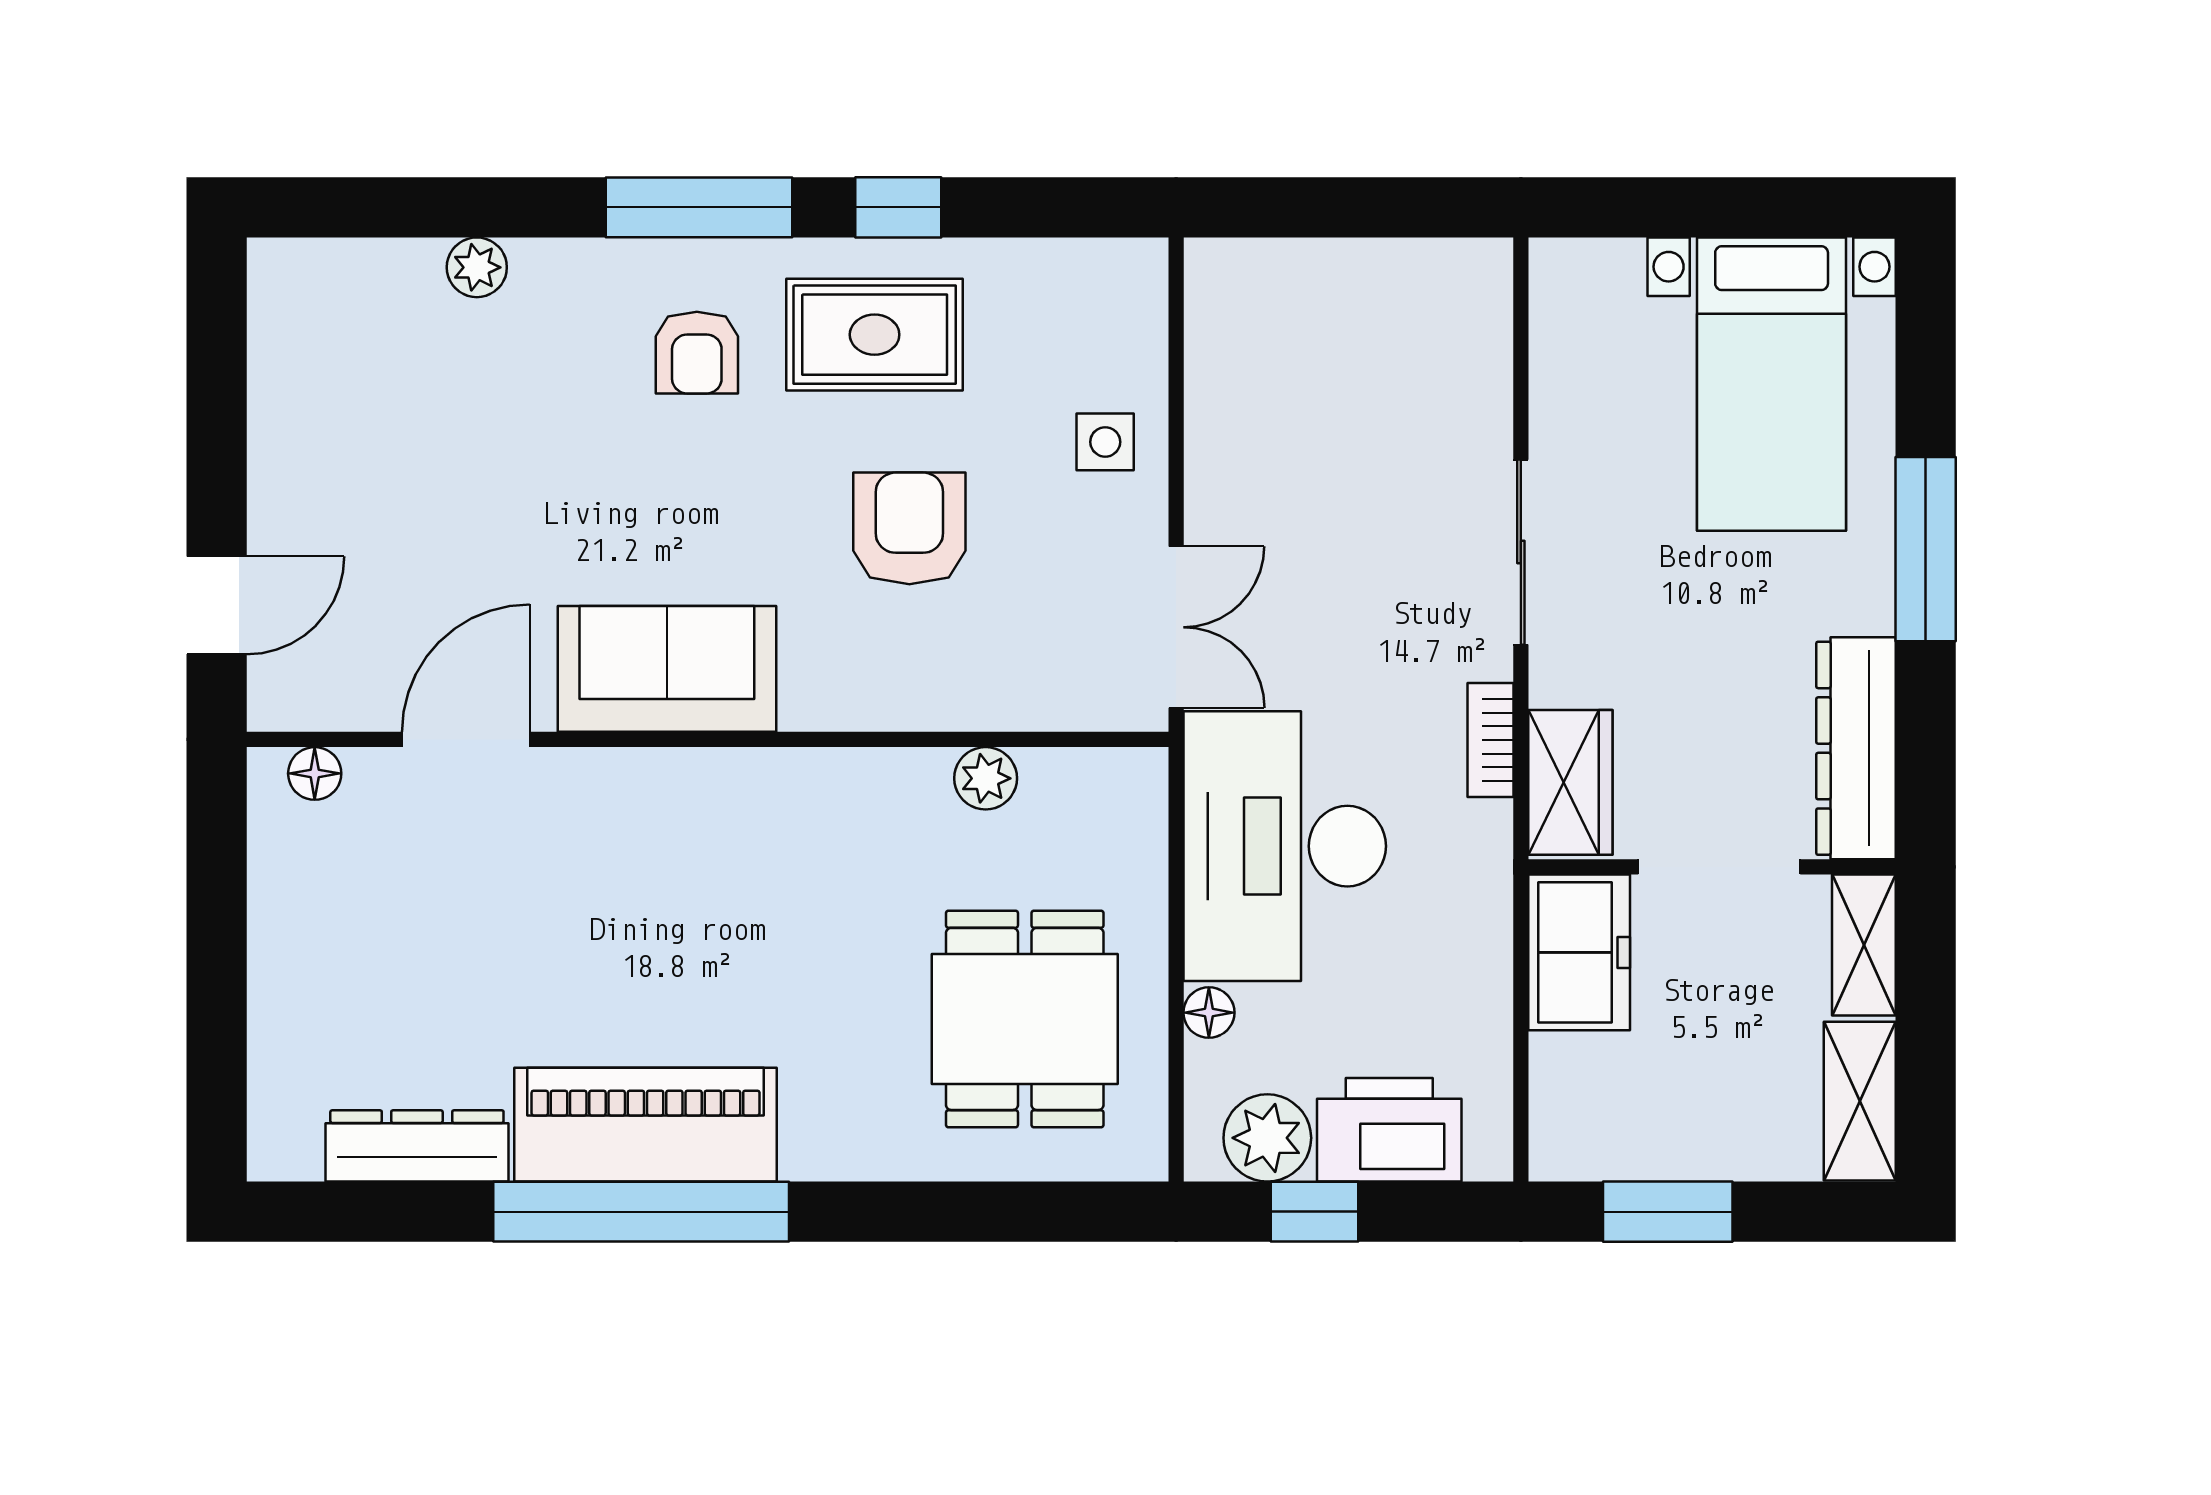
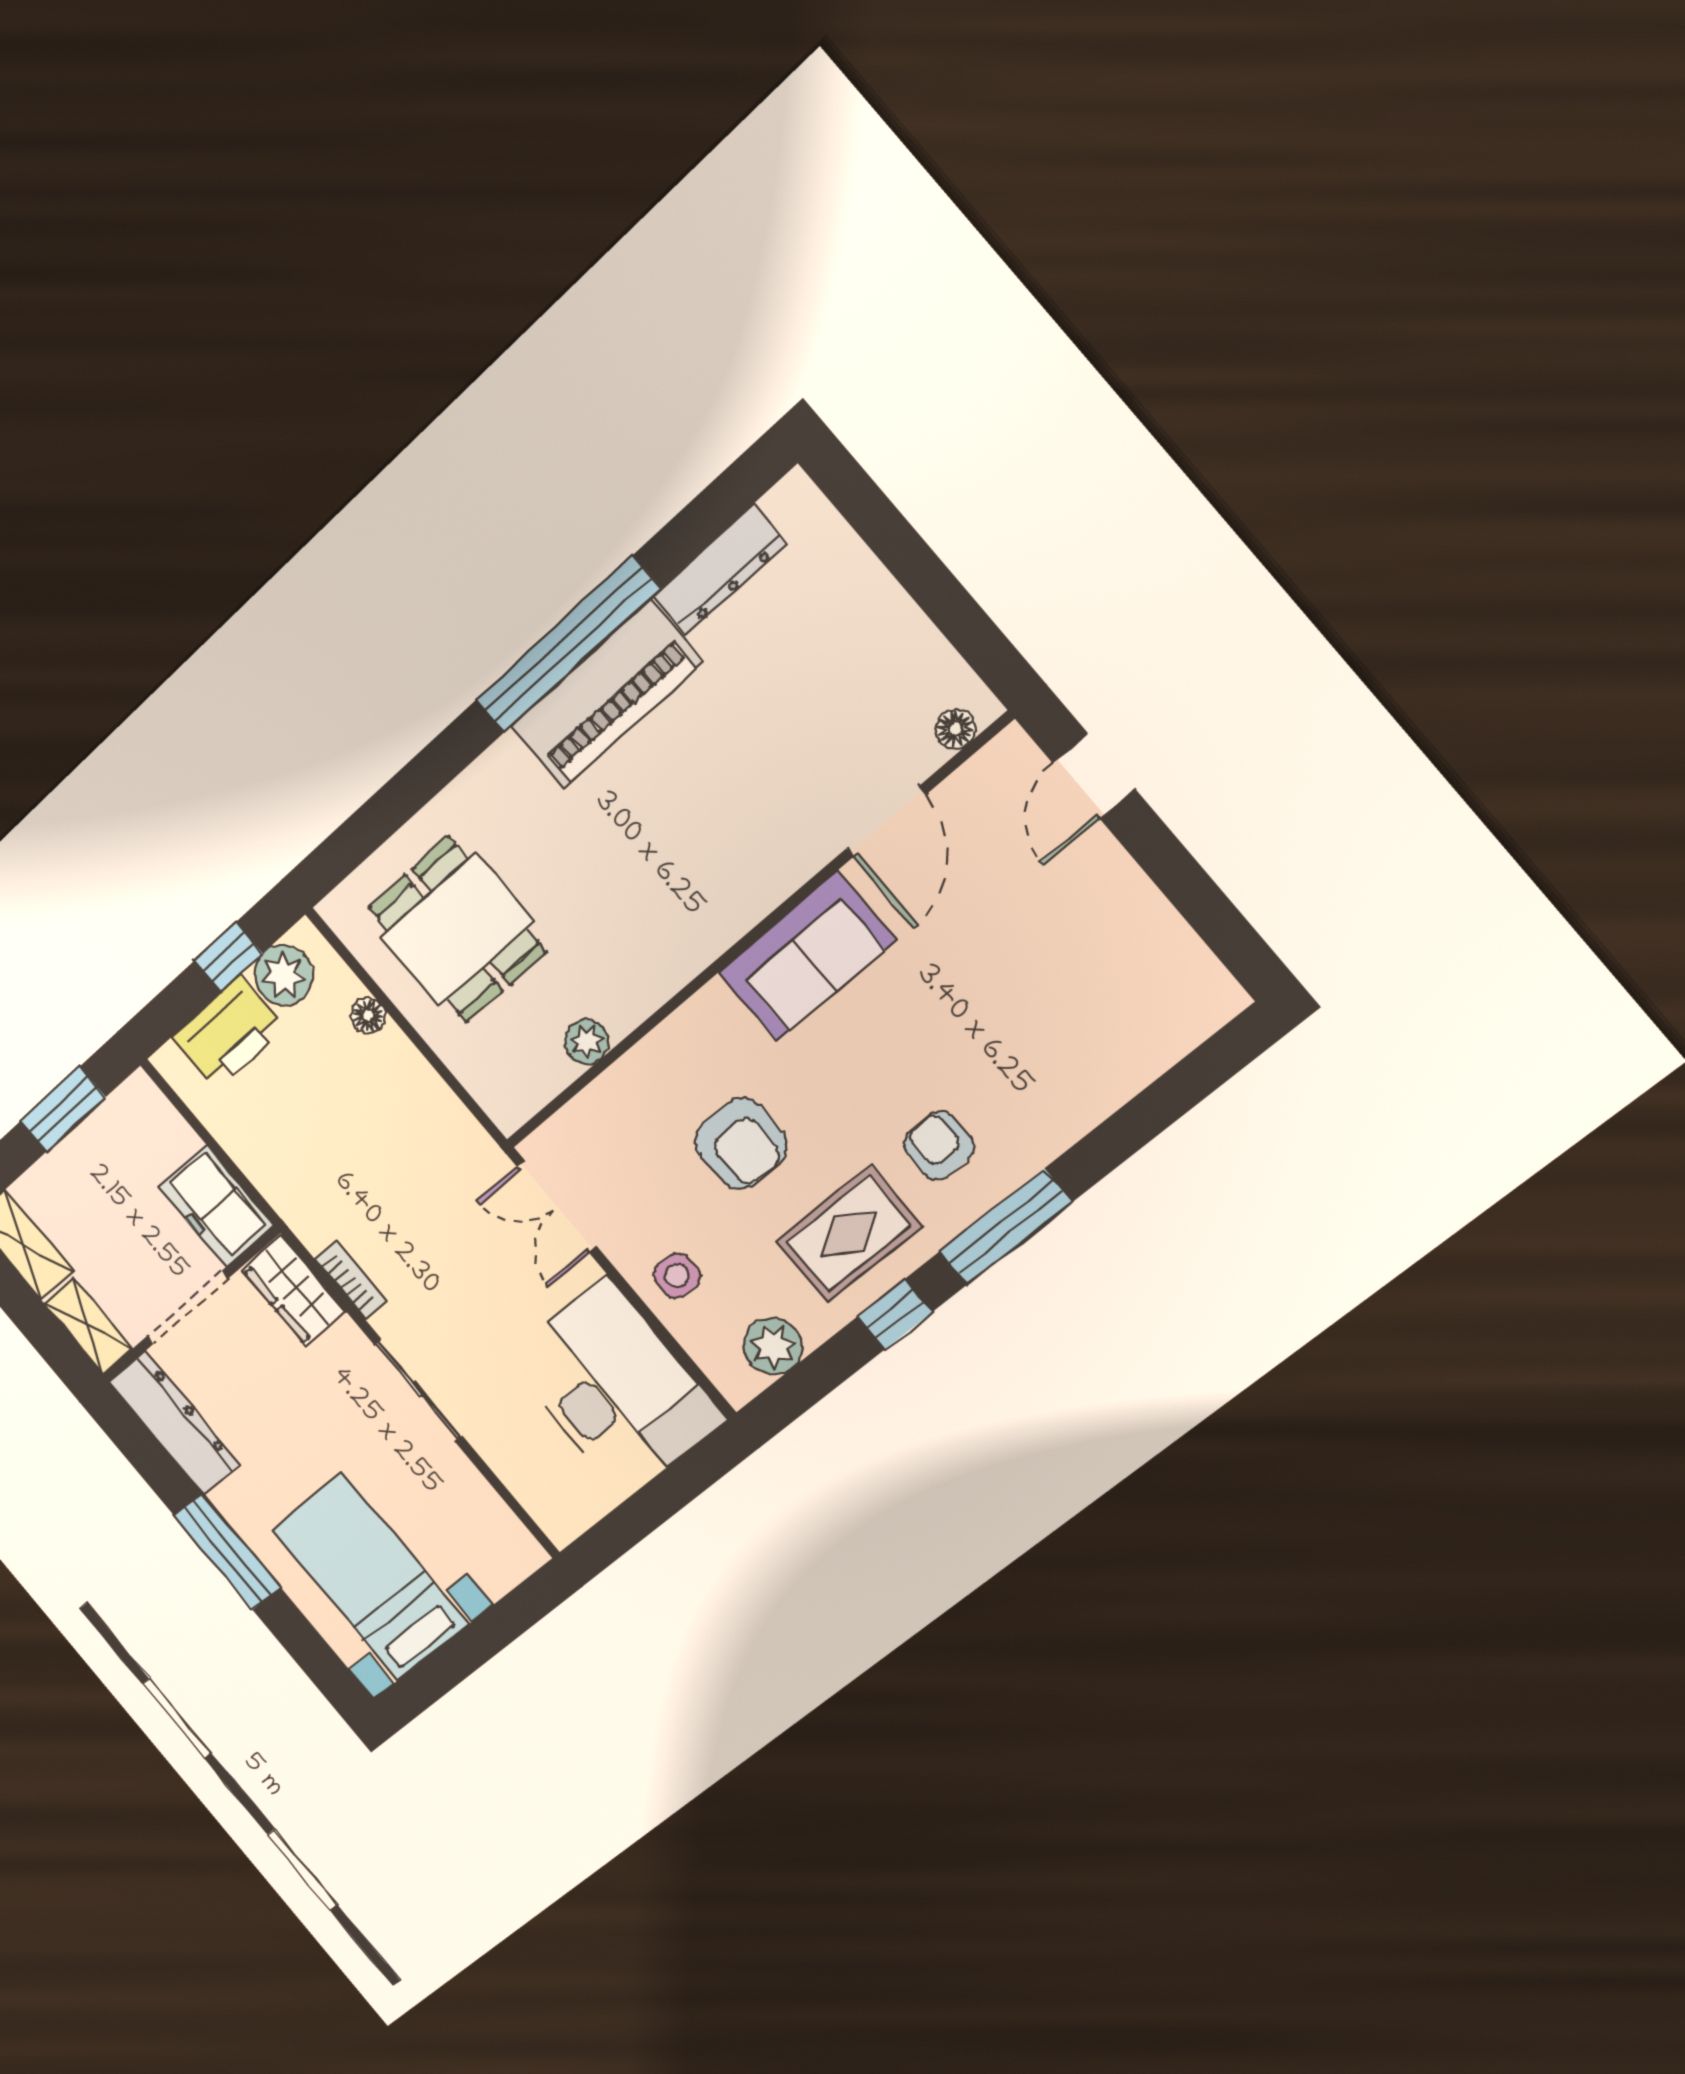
plant: (477, 267) -> (773, 1346), moved, width x1.38, depth x1.38
desk: (1285, 846) -> (616, 1388), moved

